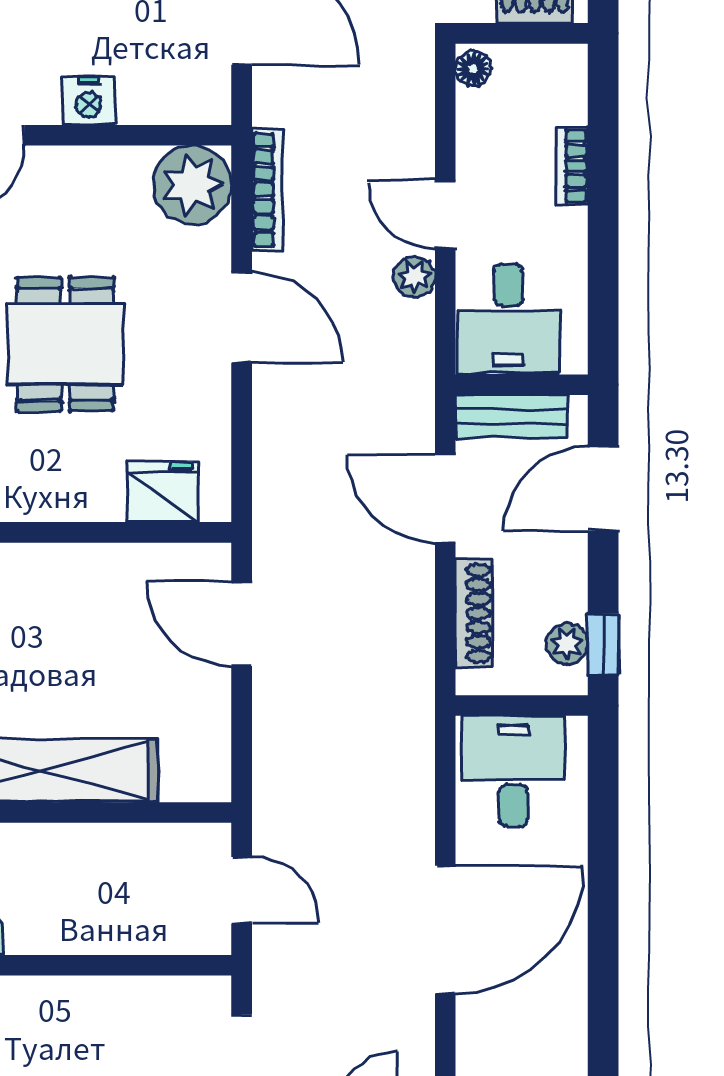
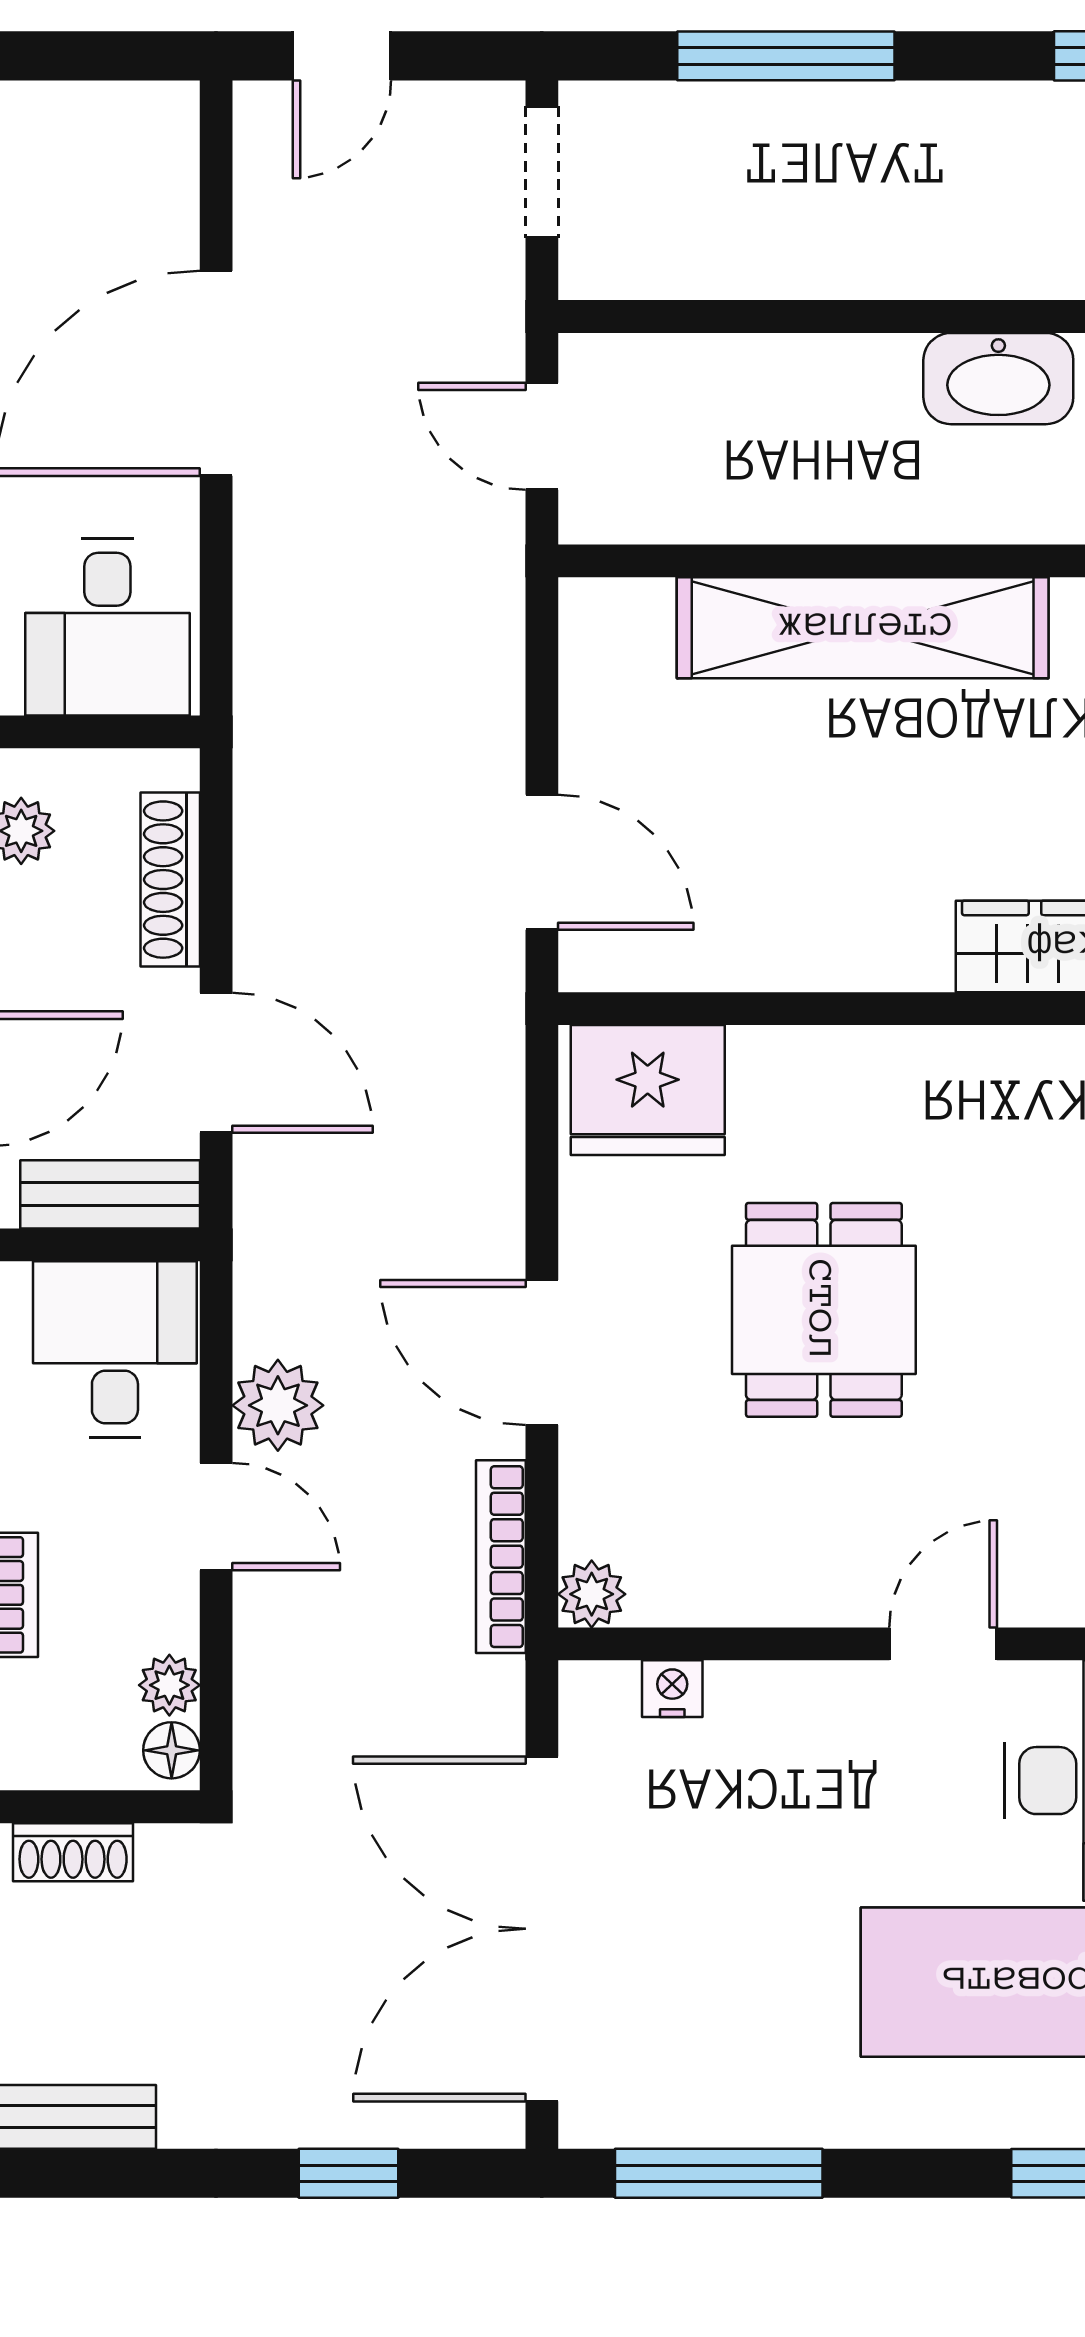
nightstand: (89, 101) -> (672, 1689), moved, width x0.72, depth x0.74
plant: (475, 109) -> (169, 1685), added
plant: (192, 185) -> (592, 1594), width x0.53, depth x0.53
plant: (414, 277) -> (278, 1405), width x1.38, depth x1.38
fridge: (163, 492) -> (648, 1090), width x1.36, depth x1.34

